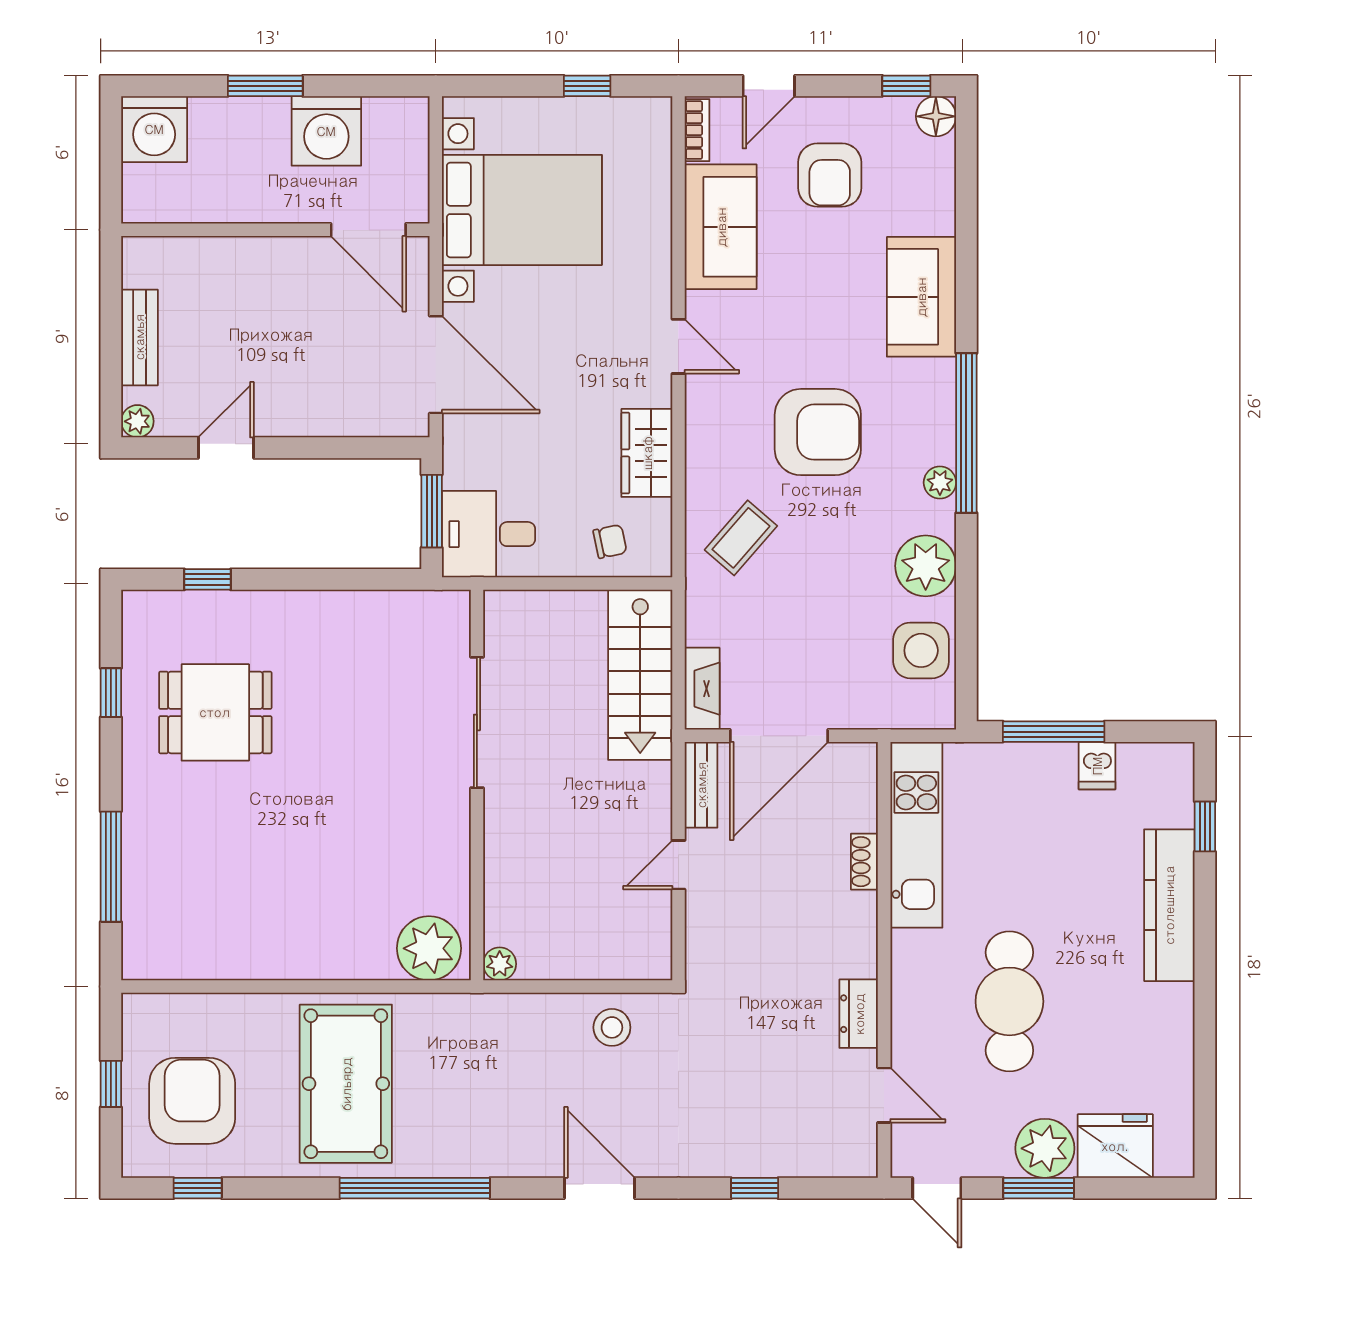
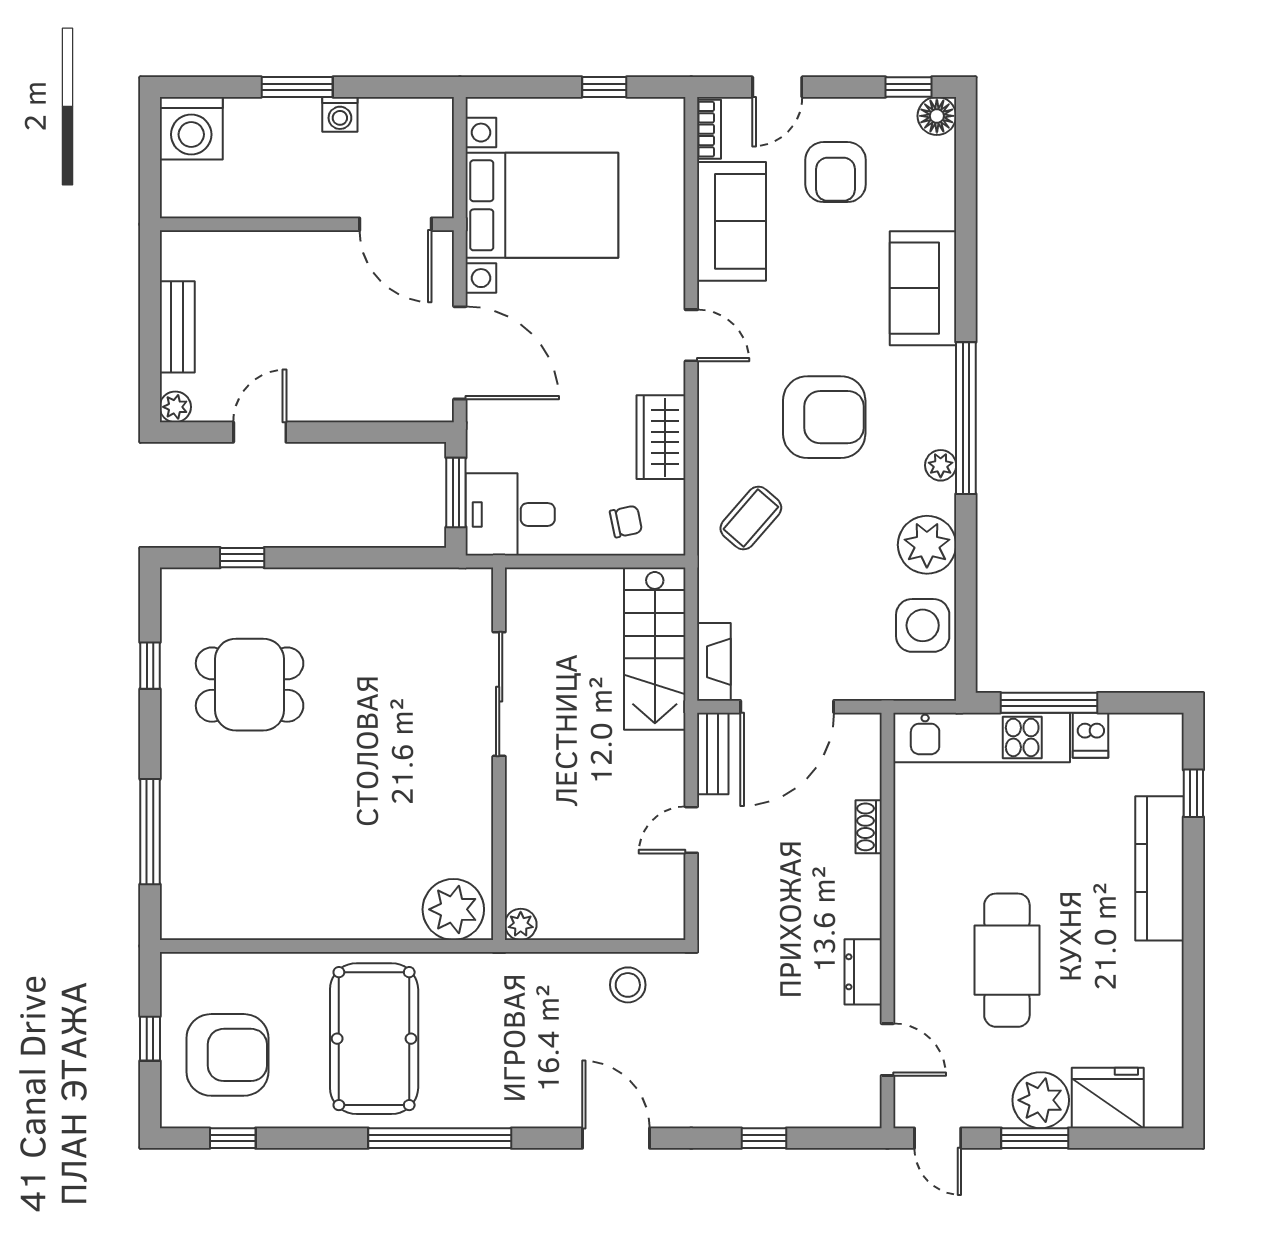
washing machine: (326, 131) -> (340, 114), width x0.53, depth x0.53
kitchen unit: (916, 835) -> (982, 737), moved, turned 90
armchair: (192, 1101) -> (227, 1055), turned 90

